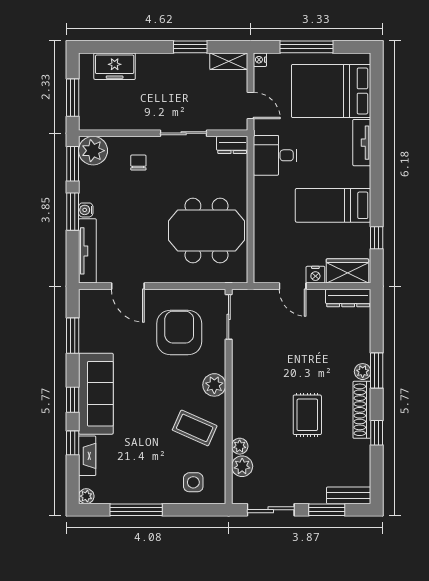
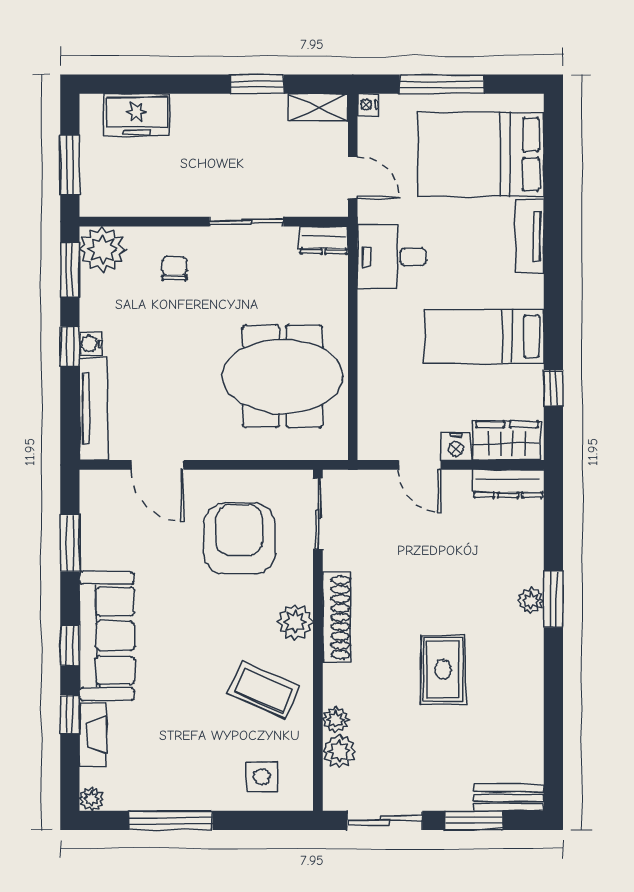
window: (73, 212) -> (70, 346), width x0.67
shoe rack: (362, 410) -> (337, 617), moved, turned 180
window: (377, 433) -> (553, 698), removed

